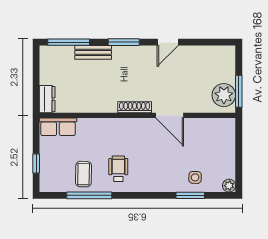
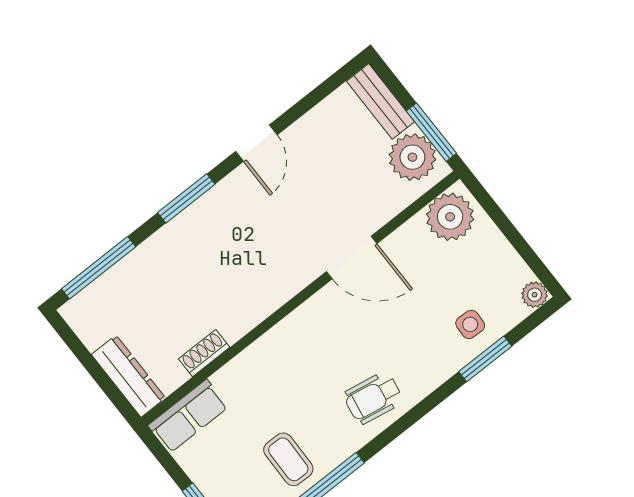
bench: (93, 52) -> (381, 101), moved, turned 90
dresser: (47, 99) -> (128, 376), width x1.44
shoe rack: (135, 107) -> (204, 353), moved, width x0.70
plant: (220, 130) -> (450, 217), added
wheelchair: (118, 169) -> (373, 398), moved, turned -80

